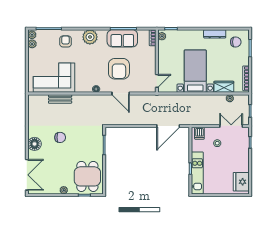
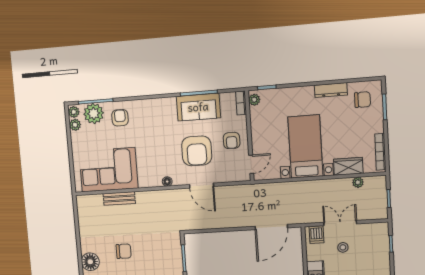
plant: (90, 37) -> (94, 113), moved
armchair: (144, 63) -> (232, 140), added
double door: (231, 126) -> (340, 223), moved

